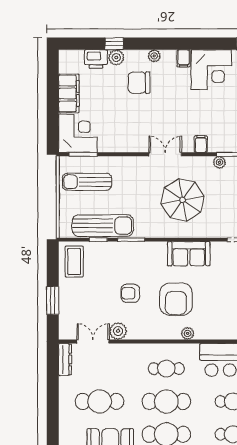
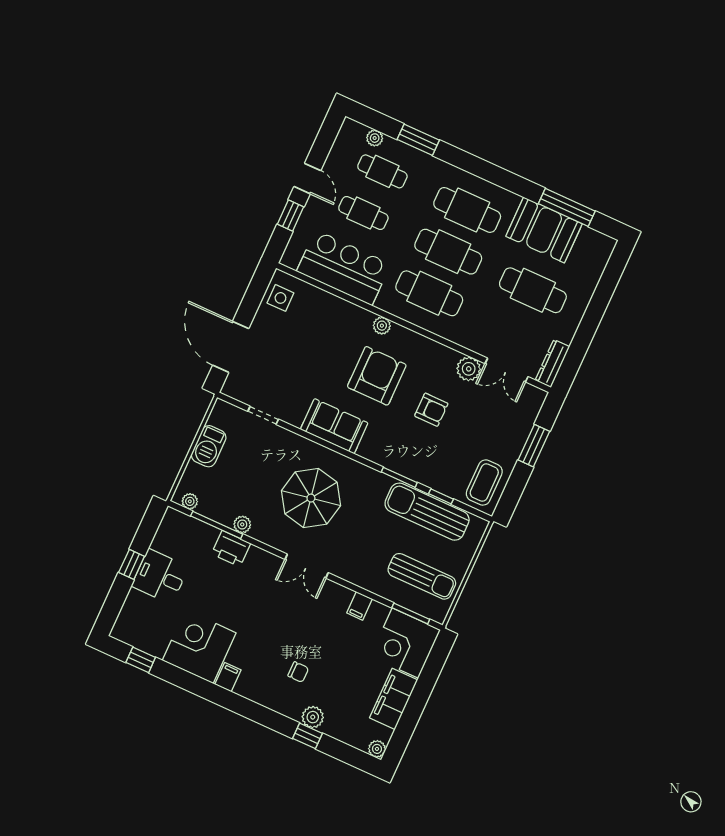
plant: (154, 56) -> (377, 749), moved
printer: (96, 59) -> (231, 549), moved, turned 180
chair: (139, 83) -> (298, 672), width x0.54, depth x0.54
filing cabinet: (201, 144) -> (360, 606), moved
cafe table: (166, 369) -> (429, 293), width x1.37, depth x1.35

